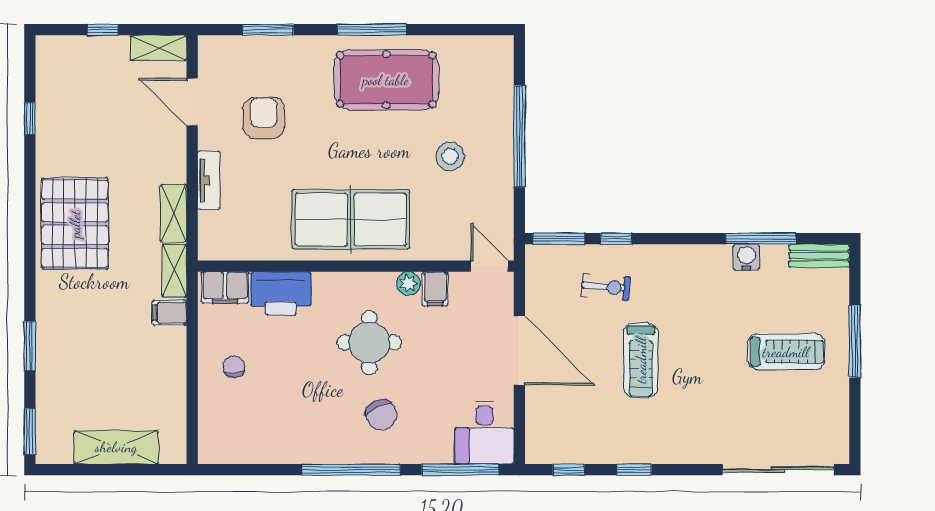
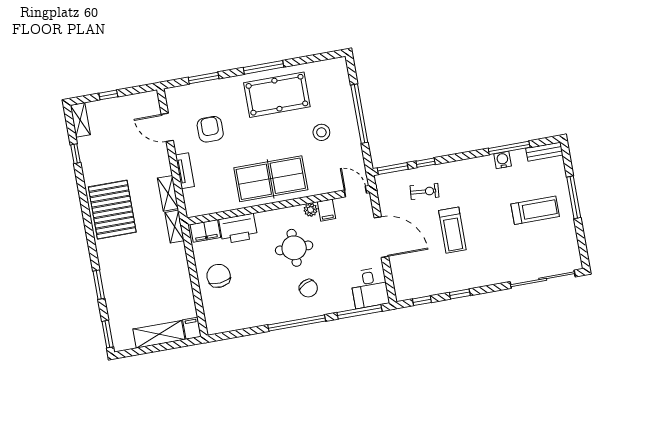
shelving: (158, 48) -> (80, 120), moved, turned 90
filing cabinet: (169, 313) -> (192, 328), moved, turned 90
chair: (234, 367) -> (219, 276), width x1.87, depth x1.87

